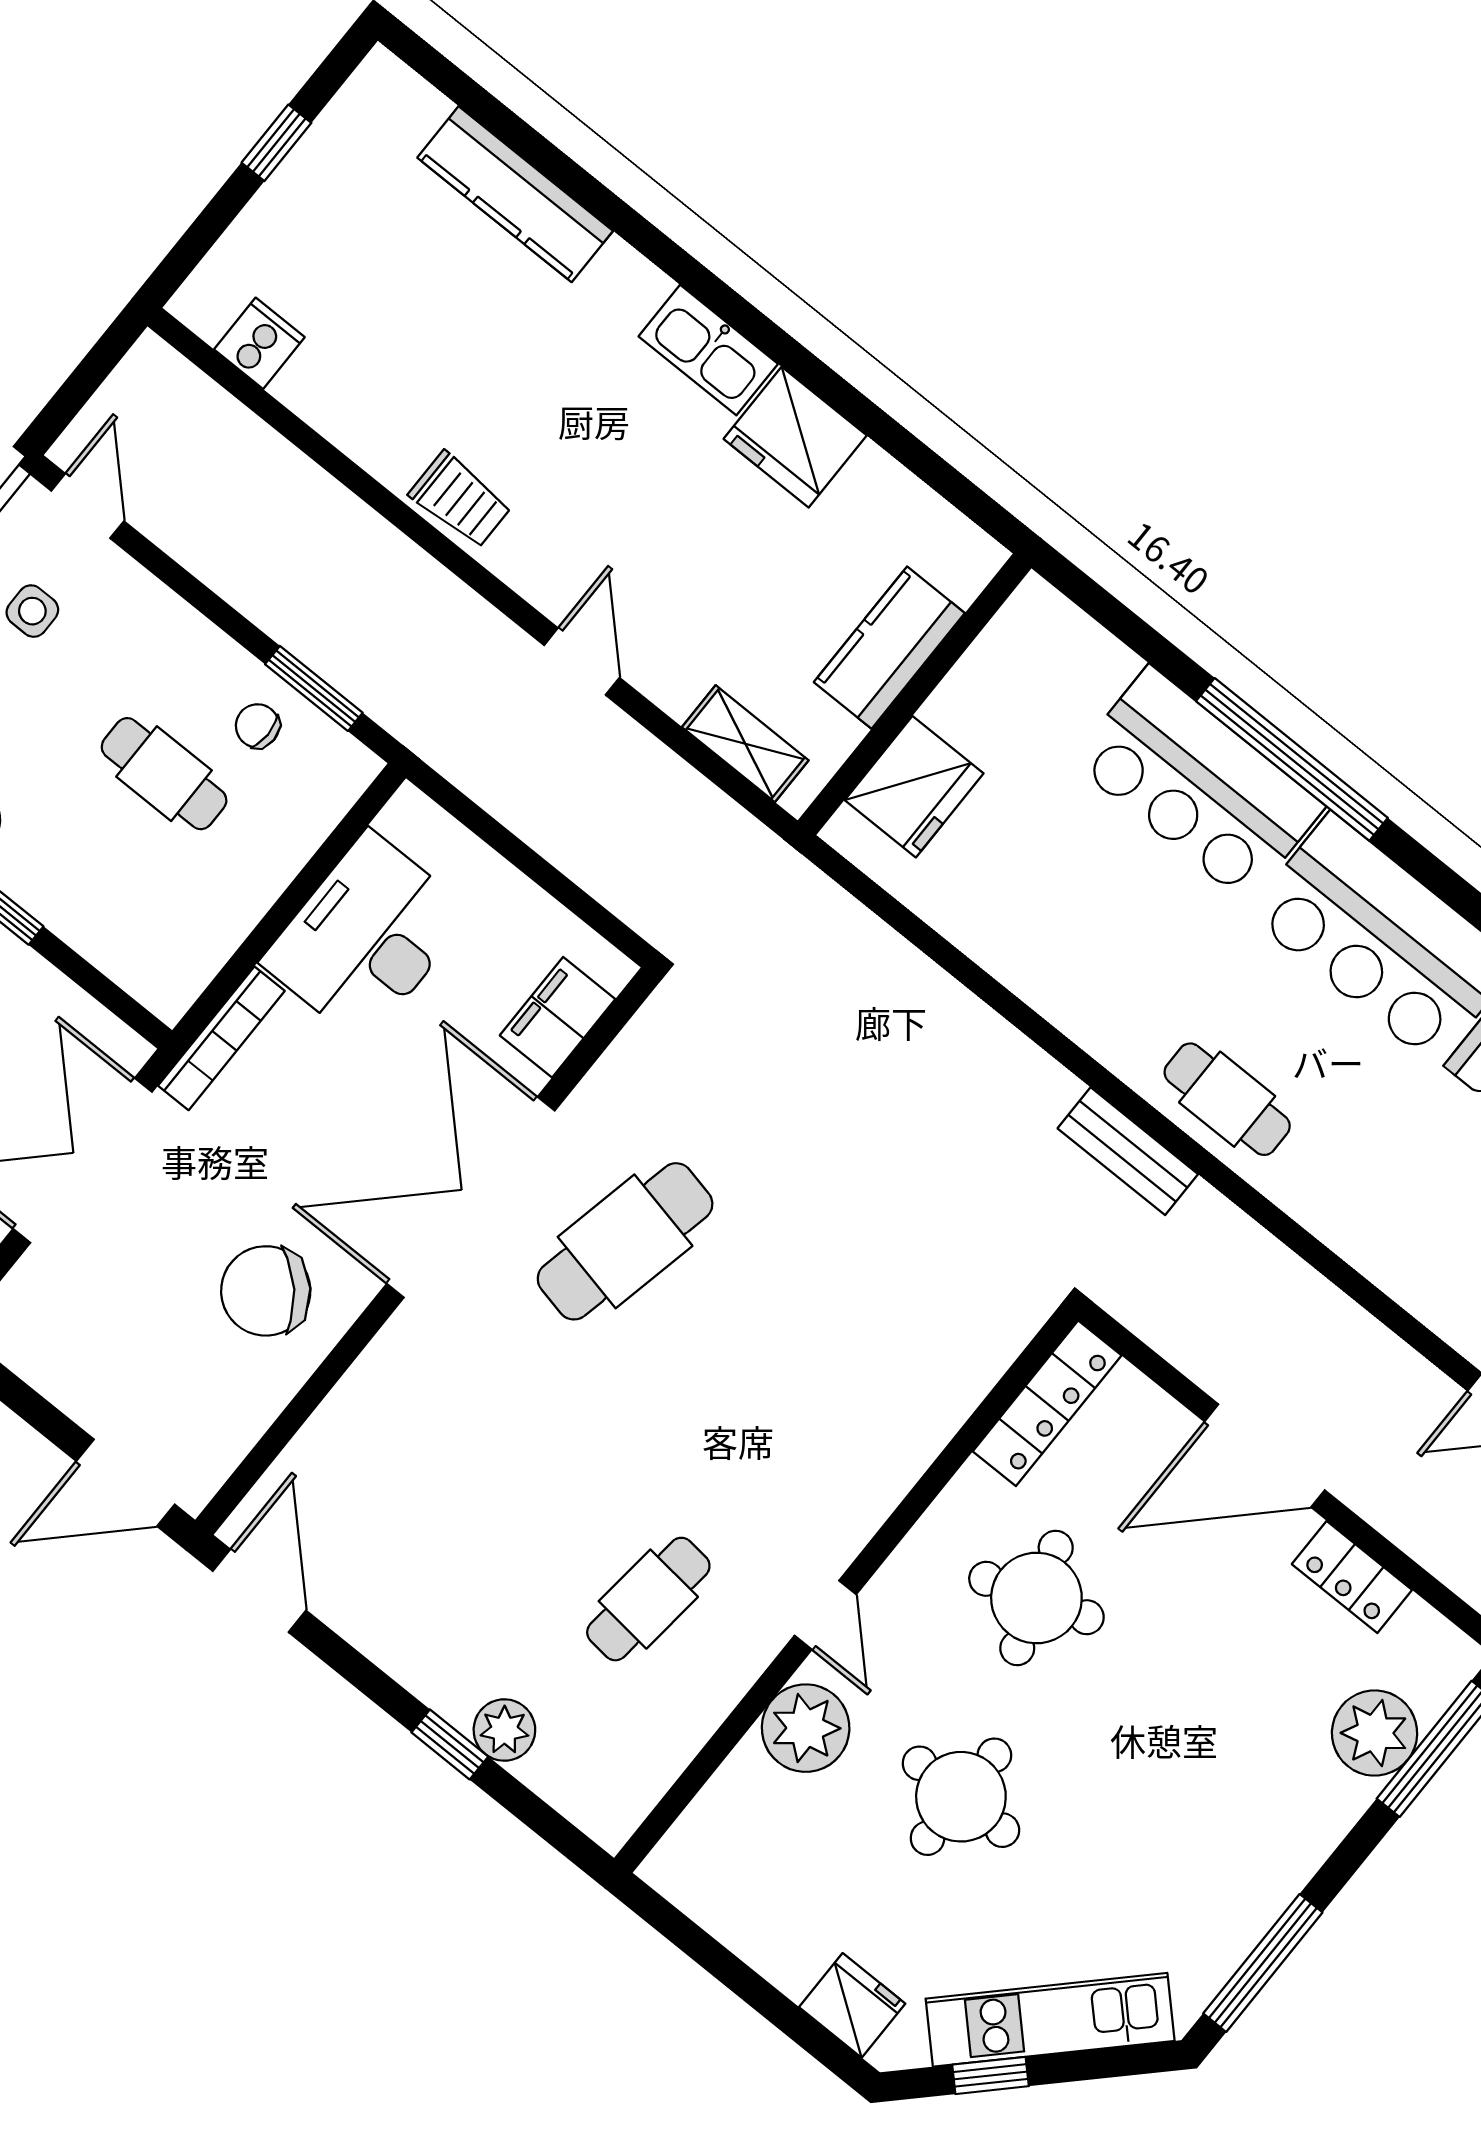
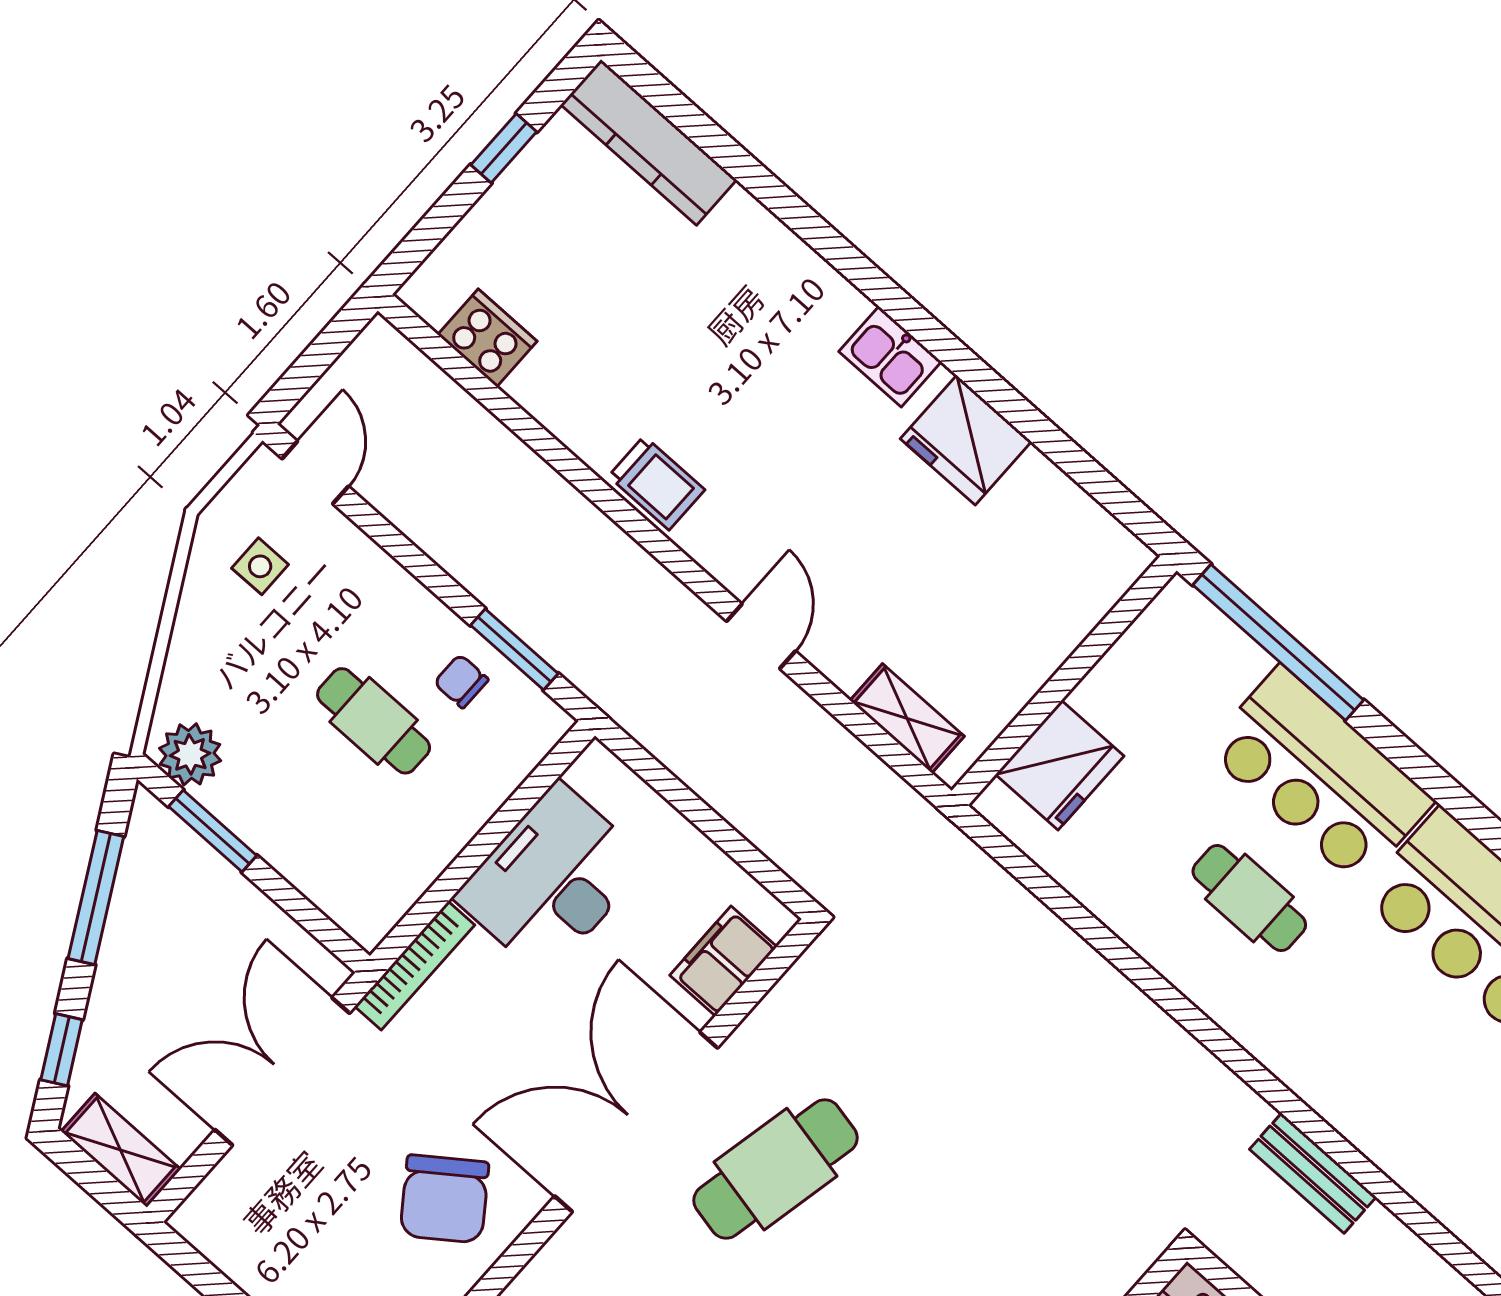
kitchen counter: (515, 194) -> (649, 142), moved
cooker: (259, 343) -> (487, 338), width x1.36
kitchen sink: (708, 350) -> (890, 357), width x0.73
kitchen counter: (889, 648) -> (1043, 637), removed
window: (1292, 759) -> (1278, 642), moved
cafe table: (1227, 1099) -> (1249, 898), moved
bench: (1128, 1151) -> (1313, 1173), moved
chair: (266, 1291) -> (444, 1199), turned -84

